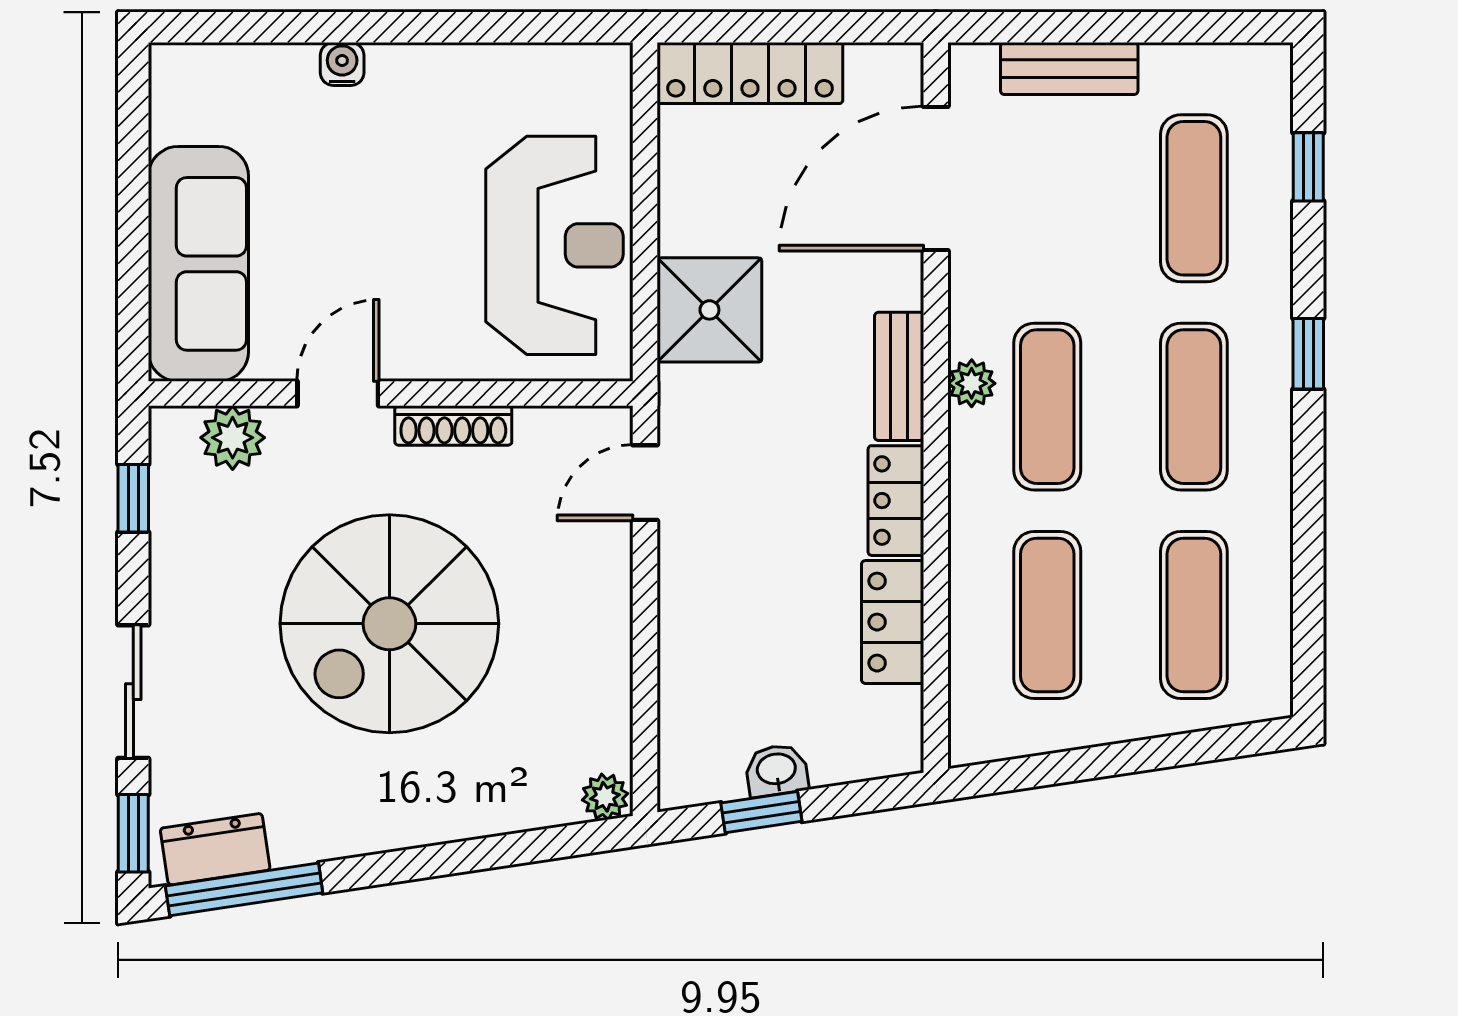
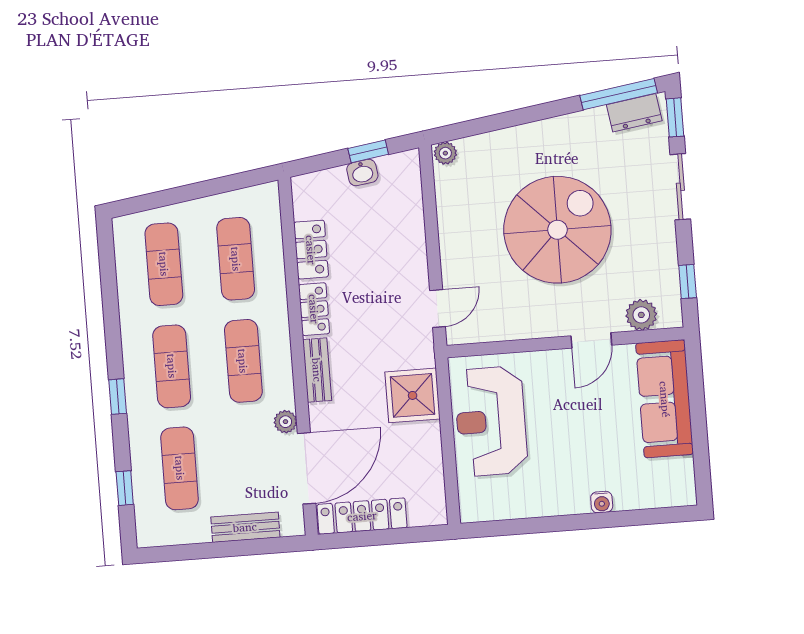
locker: (750, 73) -> (362, 516), moved
plant: (972, 383) -> (285, 422), moved
shoe rack: (453, 426) -> (534, 329), removed

